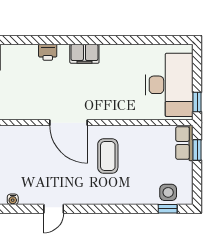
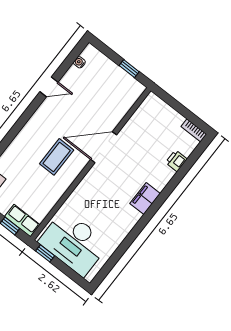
printer: (48, 52) -> (176, 161), moved
coffee table: (108, 156) -> (57, 157), turned 90
door: (54, 209) -> (49, 87), swing flipped

